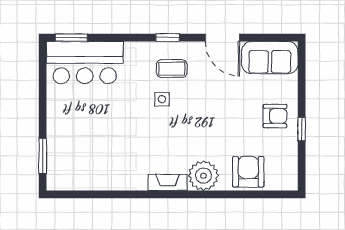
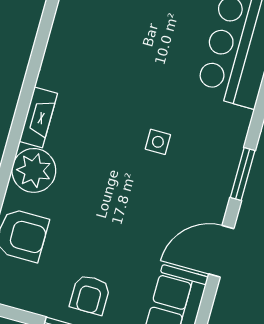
window: (168, 38) -> (243, 174), width x1.50
coffee table: (172, 69) -> (197, 168), removed

